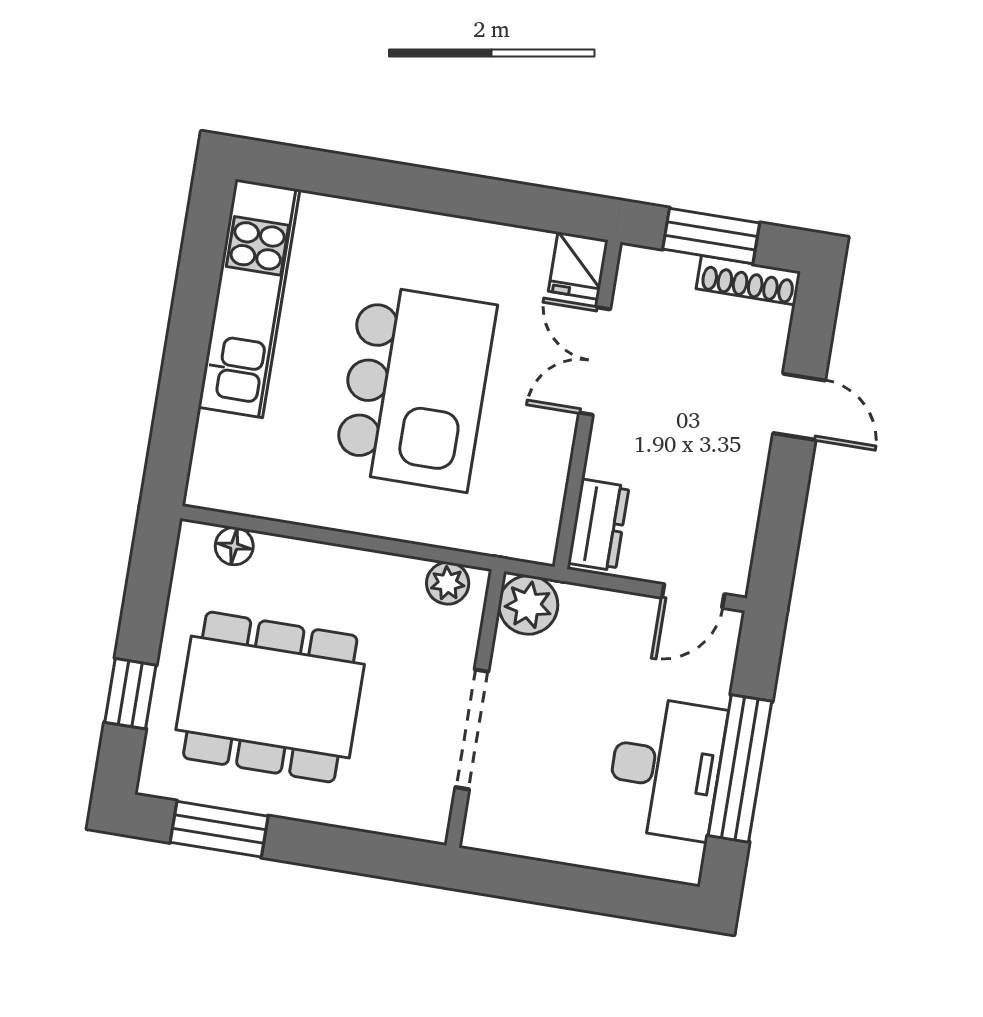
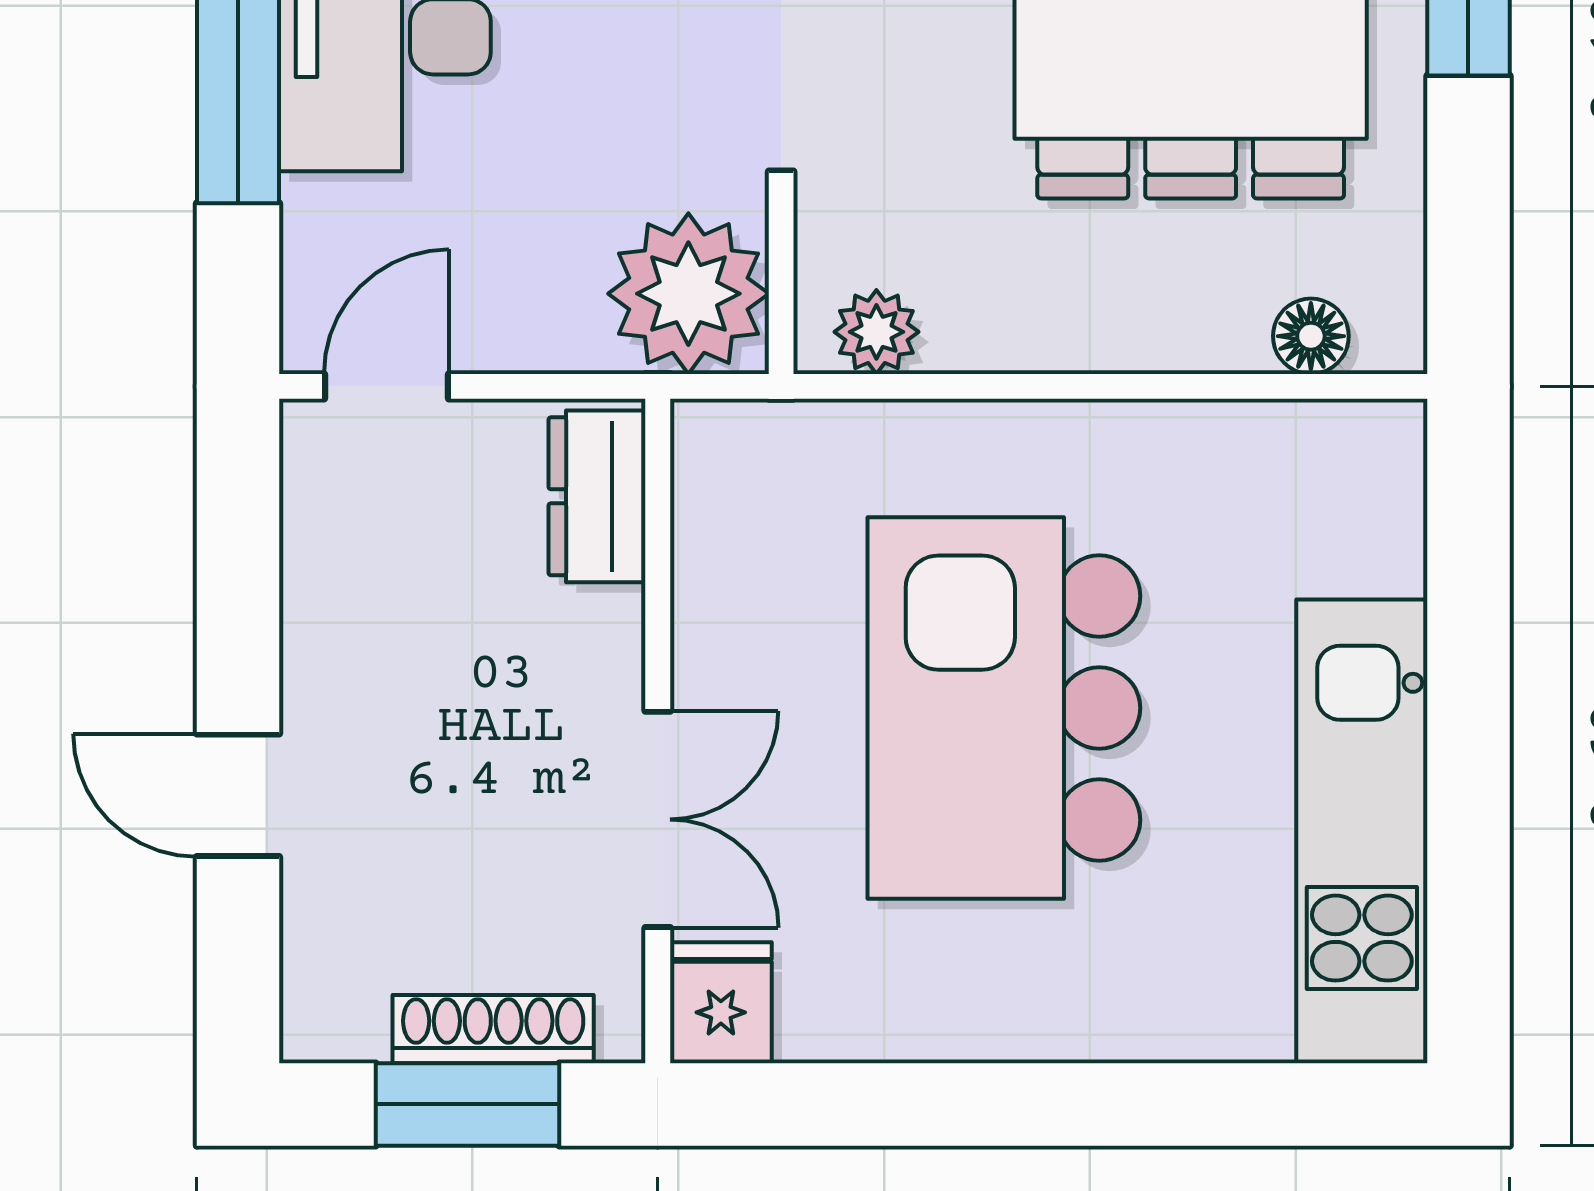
shoe rack: (748, 280) -> (493, 1029), moved
plant: (528, 605) -> (688, 294), width x1.36, depth x1.36

